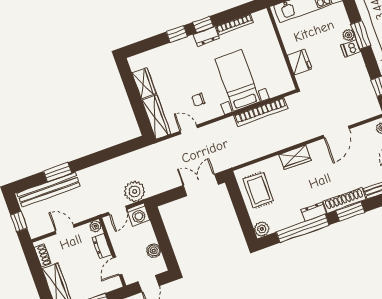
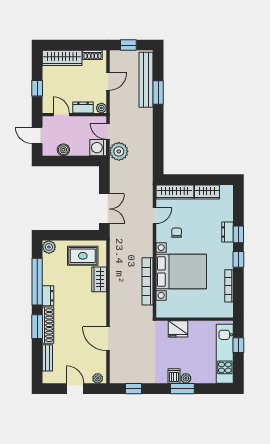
dresser: (206, 36) -> (227, 232), moved
bed with nightstands: (238, 80) -> (181, 271), width x1.36
wardrobe: (295, 157) -> (99, 279), moved

